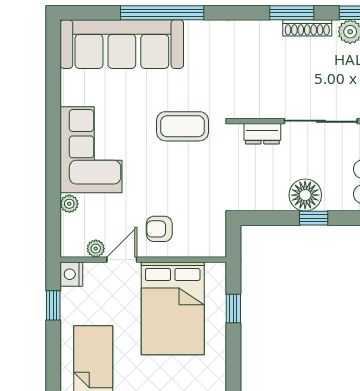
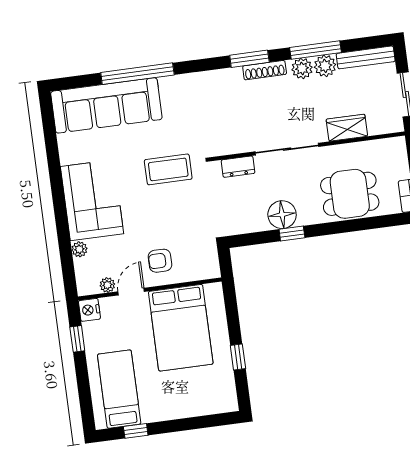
window: (233, 309) -> (238, 357), moved

